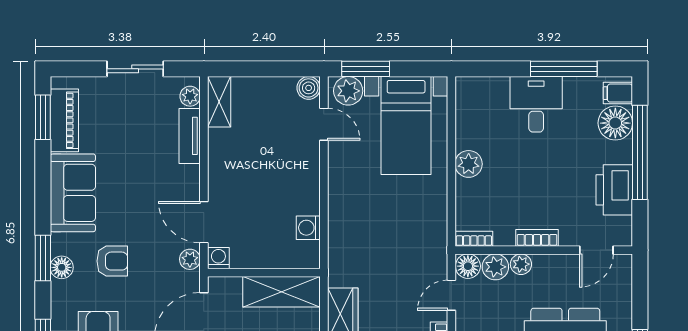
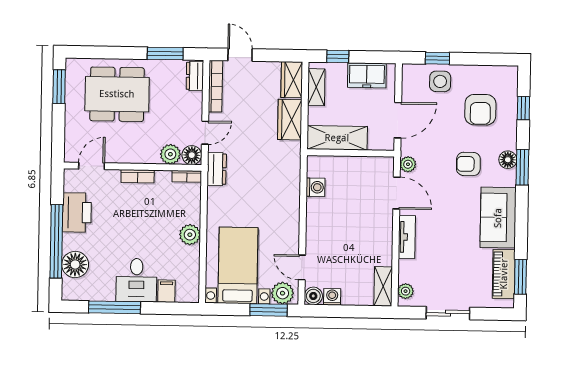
filing cabinet: (618, 93) -> (166, 291), moved, turned -90
tv unit: (190, 136) -> (407, 237), moved
dresser: (436, 249) -> (217, 169), added
washing machine: (218, 258) -> (332, 297), moved, turned 180
plant: (521, 264) -> (150, 156), removed

